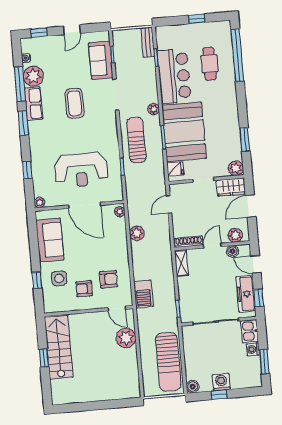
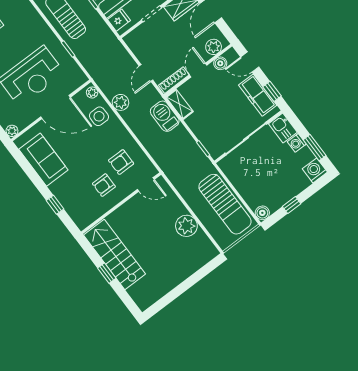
door: (169, 204) -> (146, 73), moved
side table: (59, 278) -> (99, 116), moved
armchair: (108, 279) -> (121, 162), turned 180
barbecue: (143, 294) -> (165, 116), moved, turned 180
plant: (126, 338) -> (186, 226), moved
washing machine: (221, 382) -> (315, 170), moved

